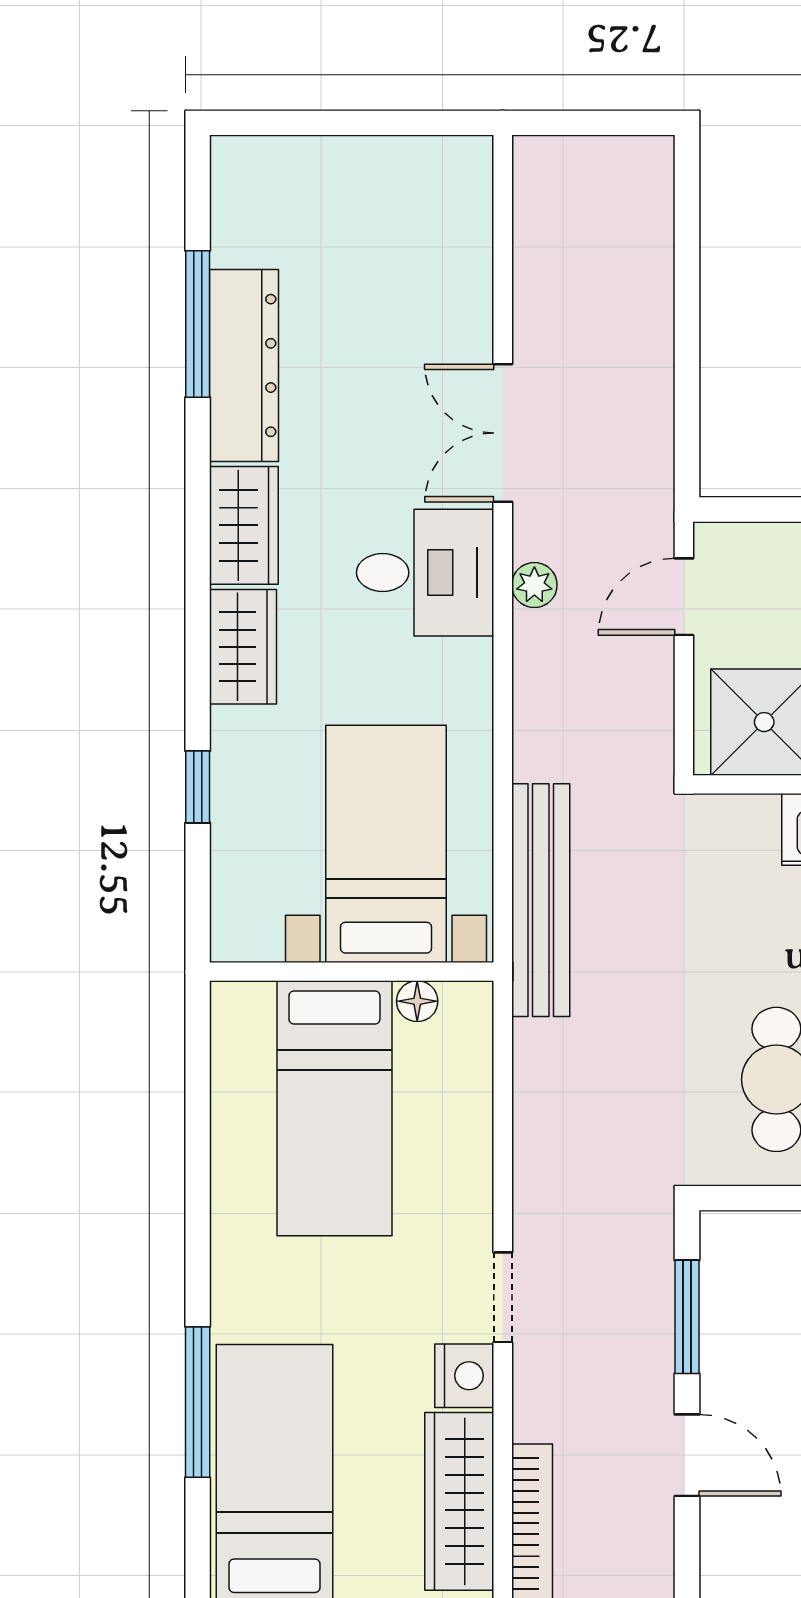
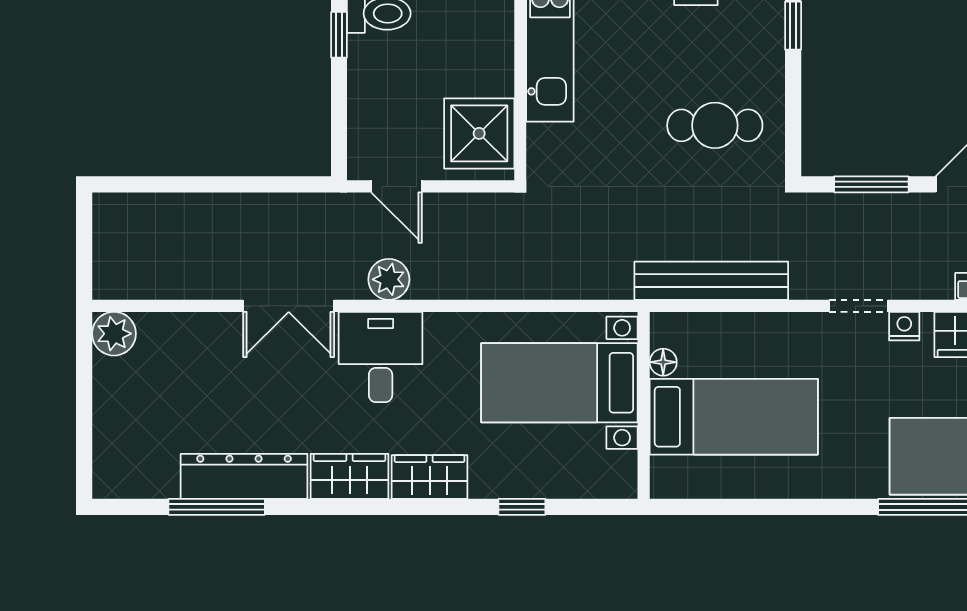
plant: (460, 168) -> (114, 334), added
plant: (534, 585) -> (389, 279), width x1.38, depth x1.38
bench: (541, 900) -> (711, 281), moved
nightstand: (464, 1376) -> (904, 326), width x0.72, depth x0.74

